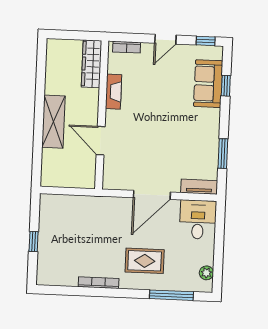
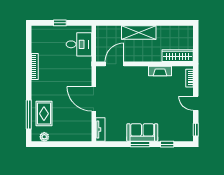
sofa: (208, 84) -> (142, 132), moved
door: (101, 141) -> (115, 64), moved
window: (223, 154) -> (140, 144), moved
desk: (198, 220) -> (79, 44), moved
rug: (145, 261) -> (44, 114), moved

